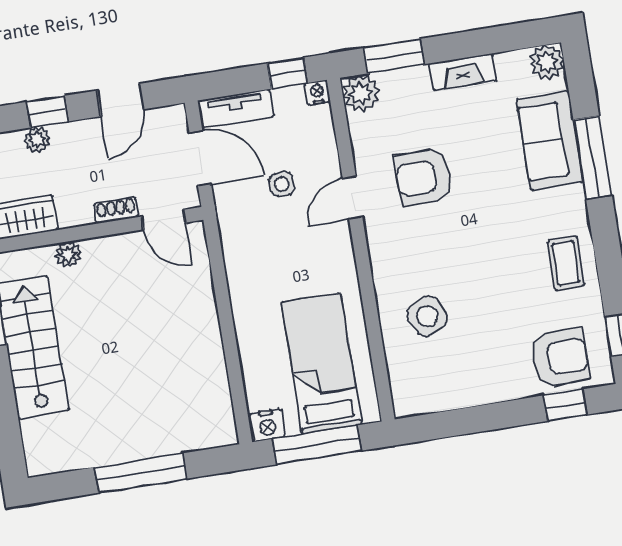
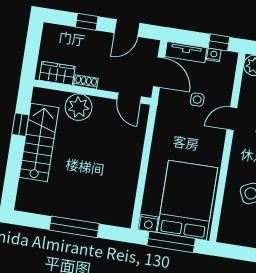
nightstand: (317, 93) -> (214, 55), moved
plant: (37, 139) -> (77, 35), removed
shoe rack: (116, 210) -> (86, 82), moved
plant: (68, 254) -> (79, 107), width x1.88, depth x1.88
bed: (322, 363) -> (187, 200), width x1.50

